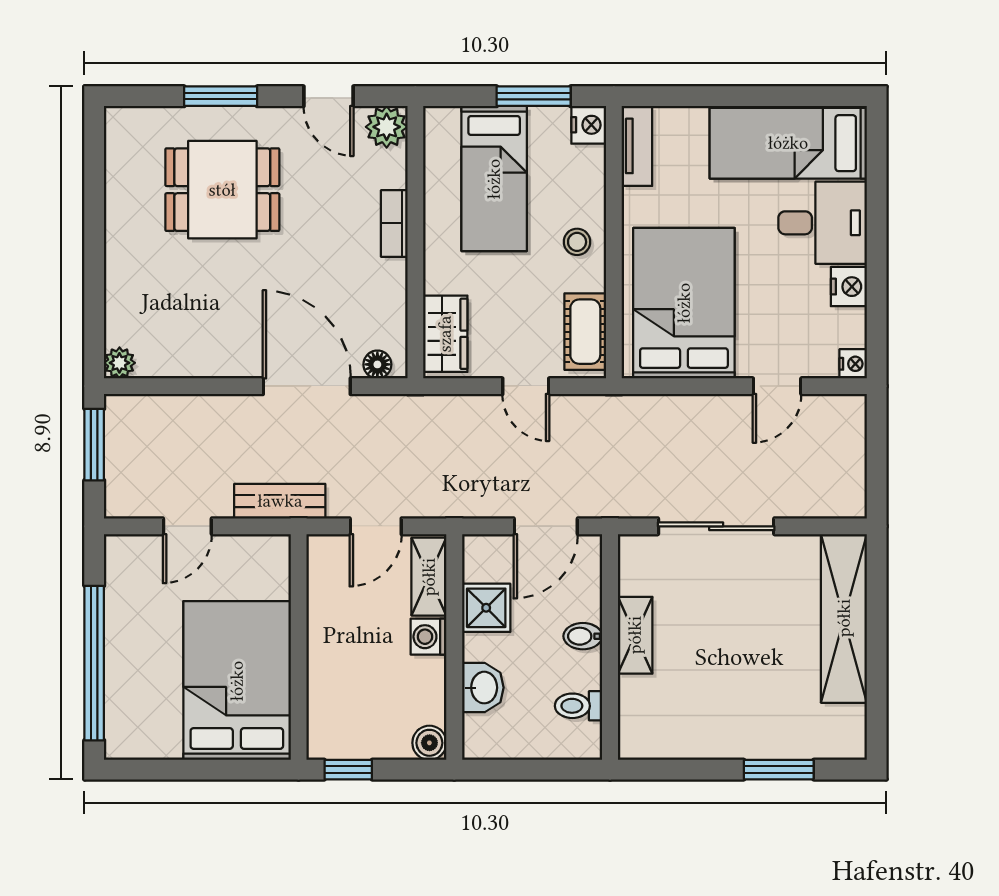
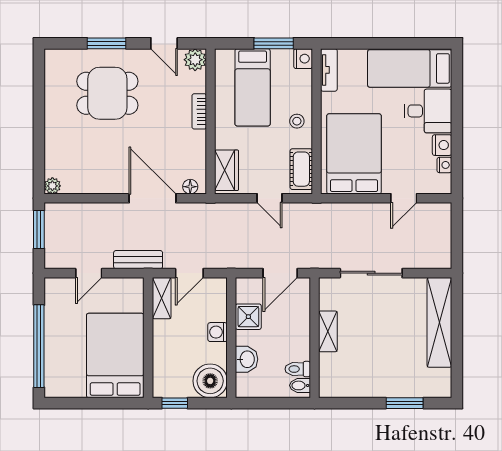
nightstand: (853, 364) -> (444, 165), moved
shelving: (429, 577) -> (162, 298), moved
bidet: (583, 636) -> (300, 385), moved
boiler: (429, 743) -> (210, 381), width x1.86, depth x1.86

